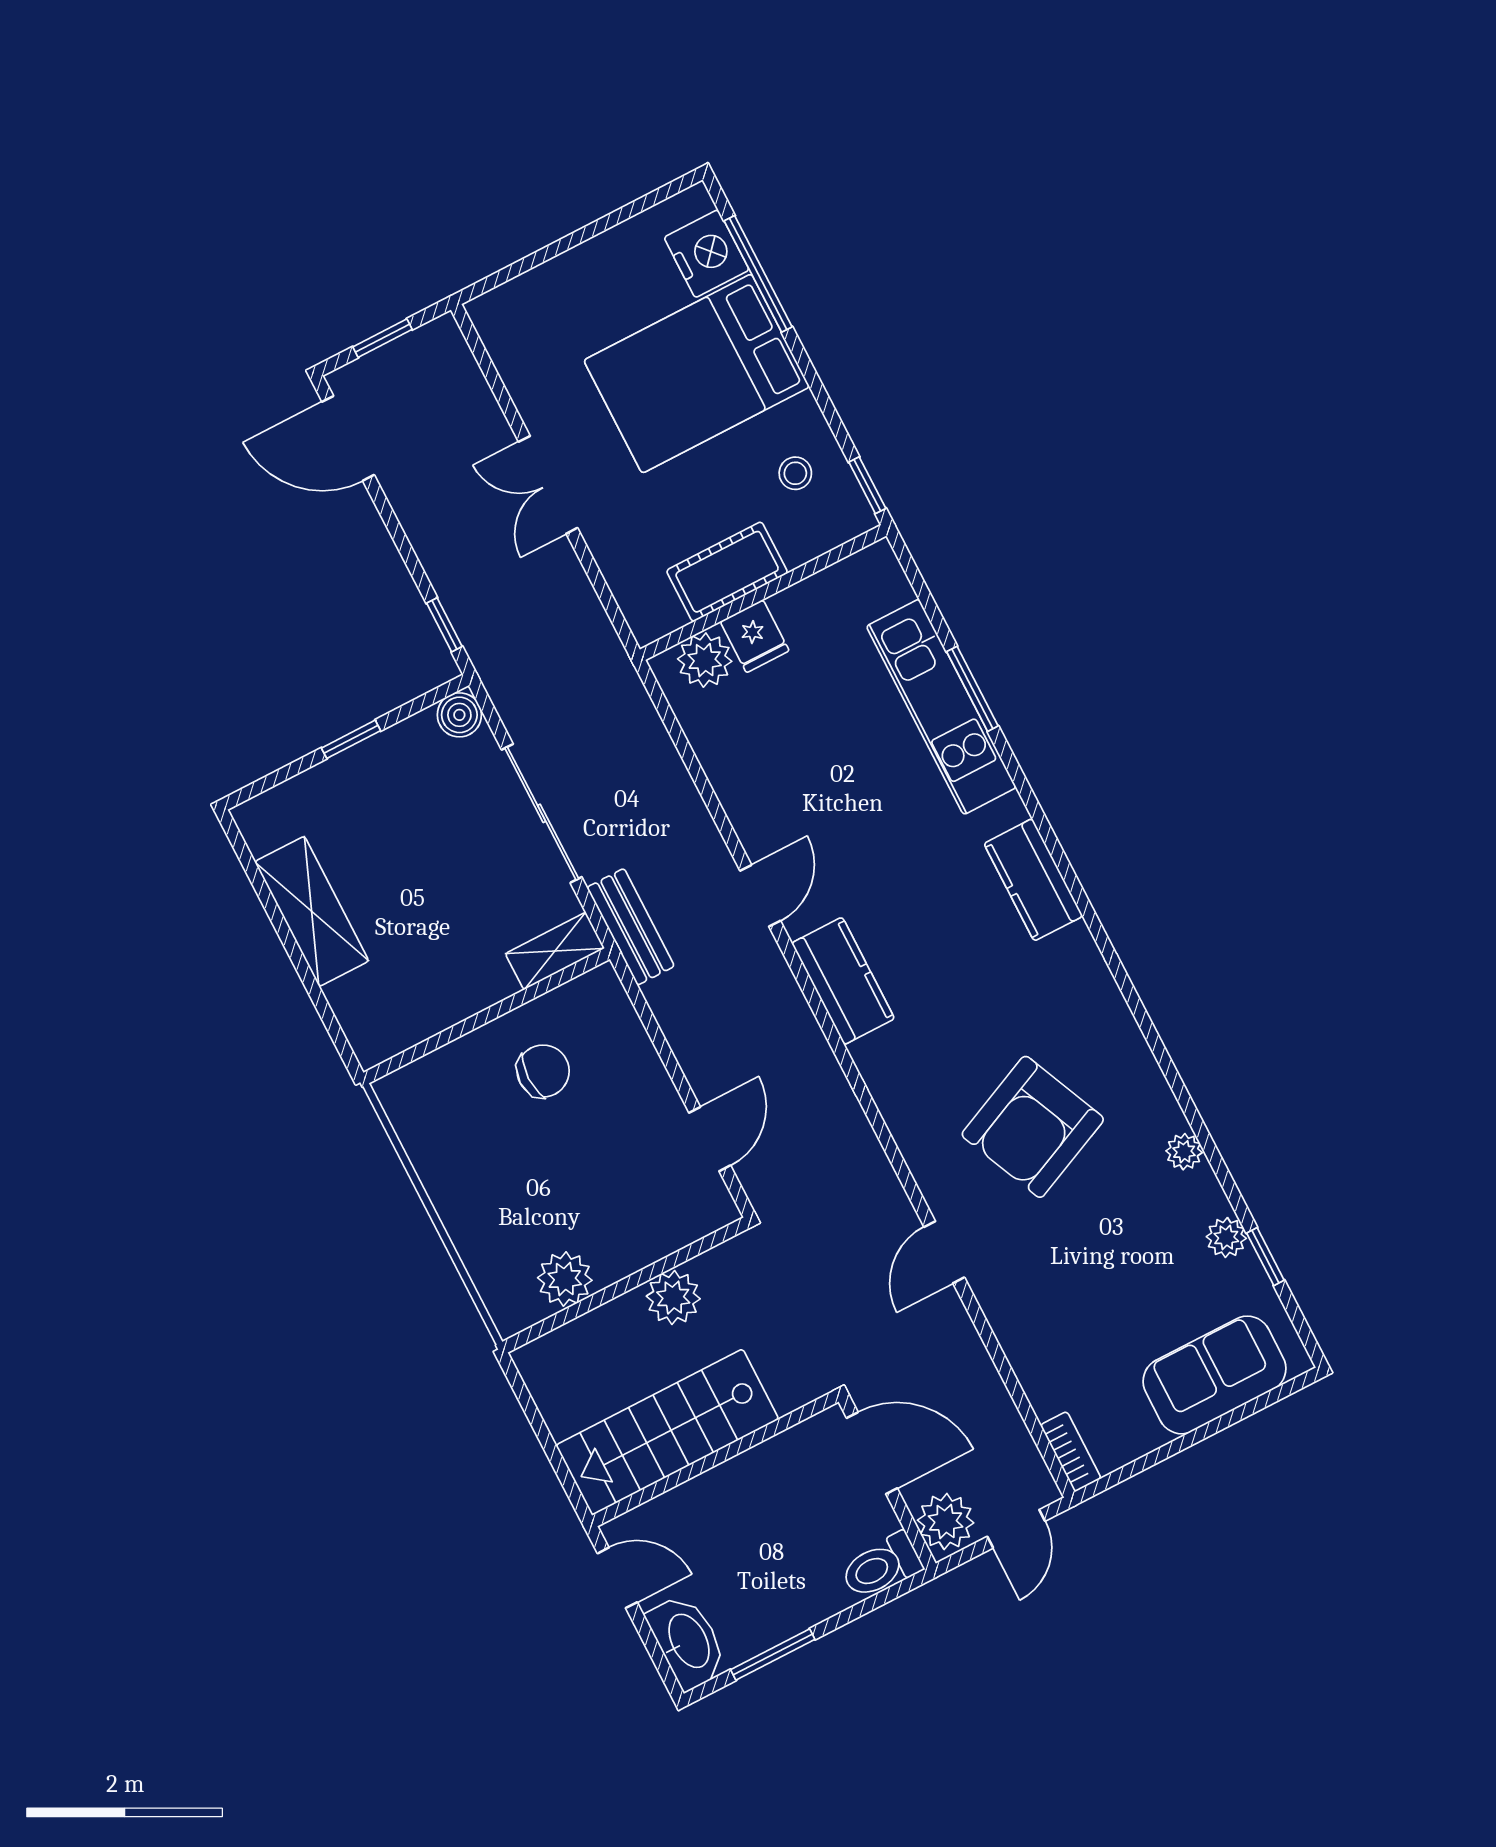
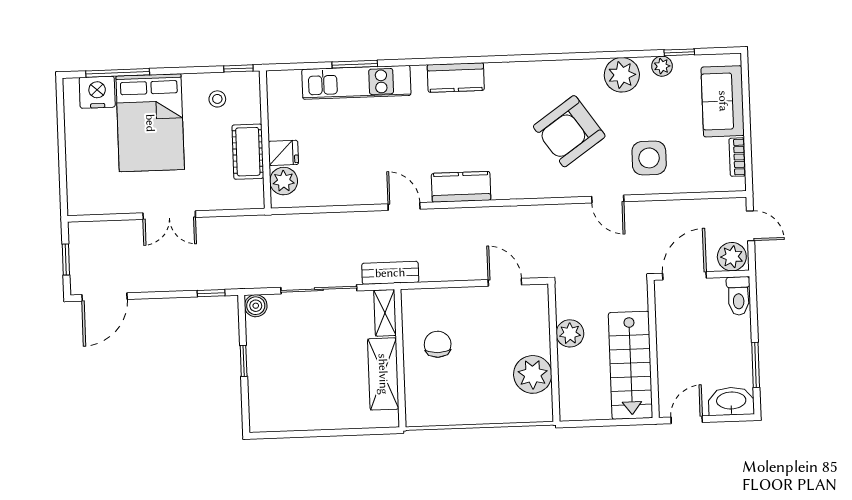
shelving: (312, 911) -> (383, 374), moved, turned 90
armchair: (1033, 1127) -> (569, 131), turned 79
plant: (1184, 1152) -> (622, 75), width x1.88, depth x1.88
plant: (565, 1279) -> (533, 374), width x1.36, depth x1.36
side table: (1052, 1291) -> (649, 158), added
bookcase: (1071, 1452) -> (737, 157), moved, turned -90

